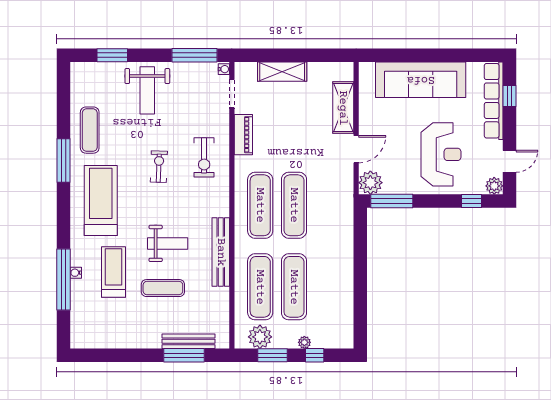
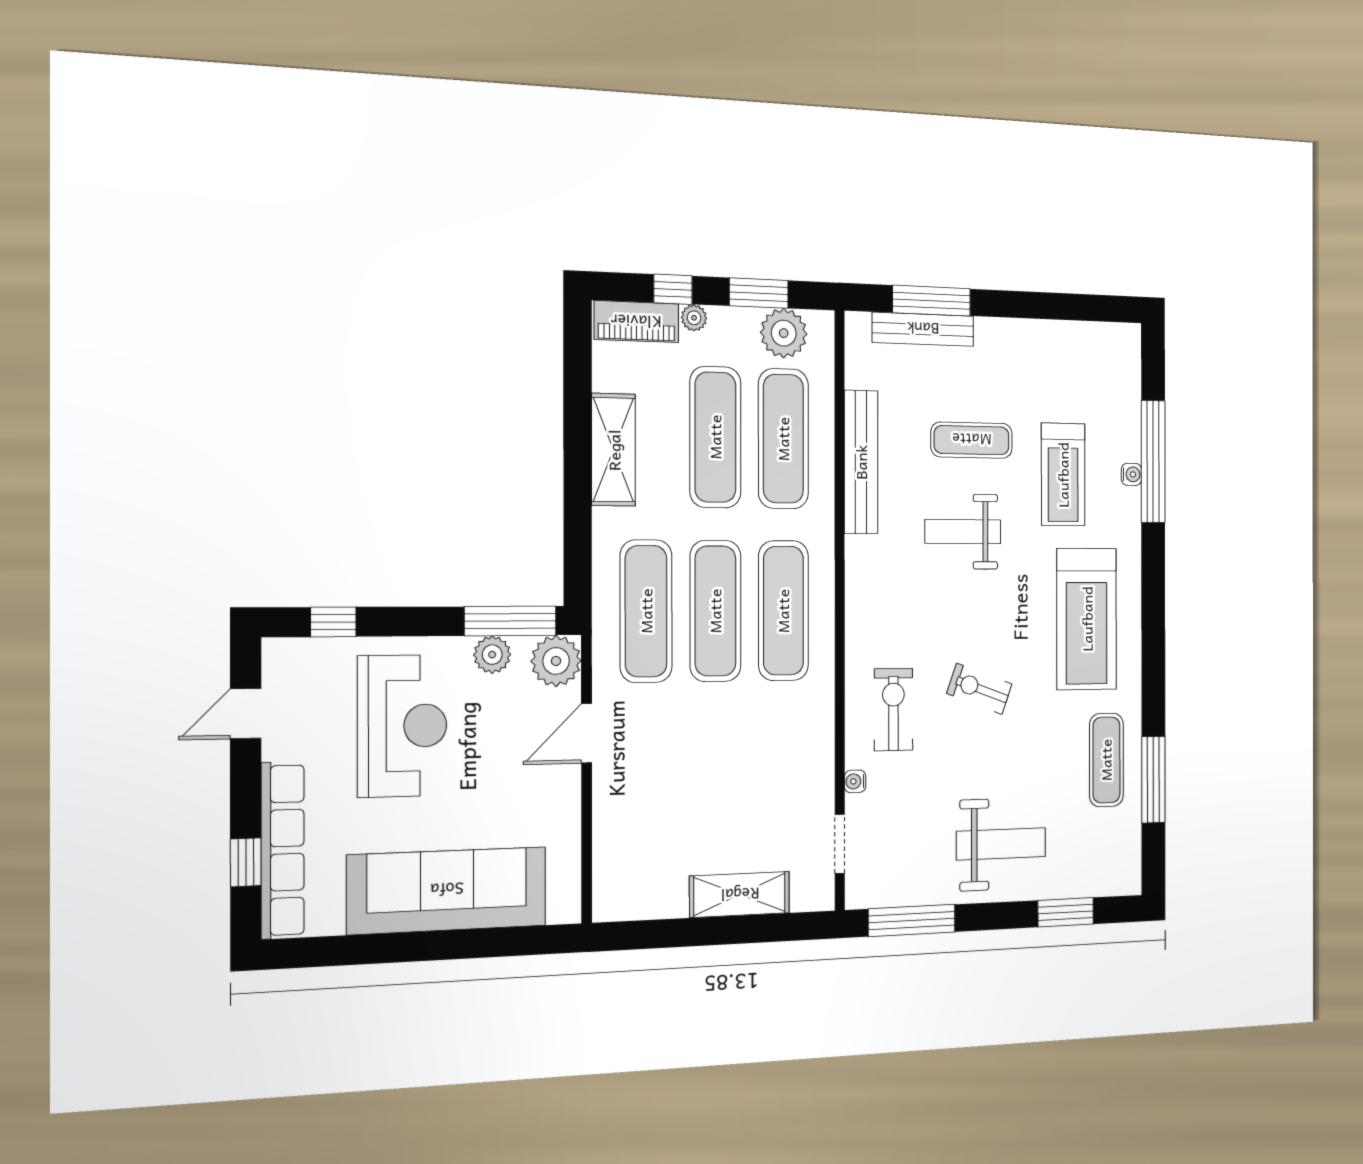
water cooler: (224, 69) -> (855, 781), moved
weight bench: (147, 90) -> (1001, 844), turned 90
shelving: (343, 108) -> (614, 450), moved
piano: (243, 135) -> (636, 322), moved, turned -90
reception desk: (441, 154) -> (402, 726), turned 180
window: (63, 160) -> (1153, 780), moved
exercise bike: (159, 167) -> (979, 689), turned 108
plant: (494, 186) -> (492, 655), moved
exercise mat: (328, 205) -> (646, 611), added
bench: (221, 252) -> (861, 462), moved

